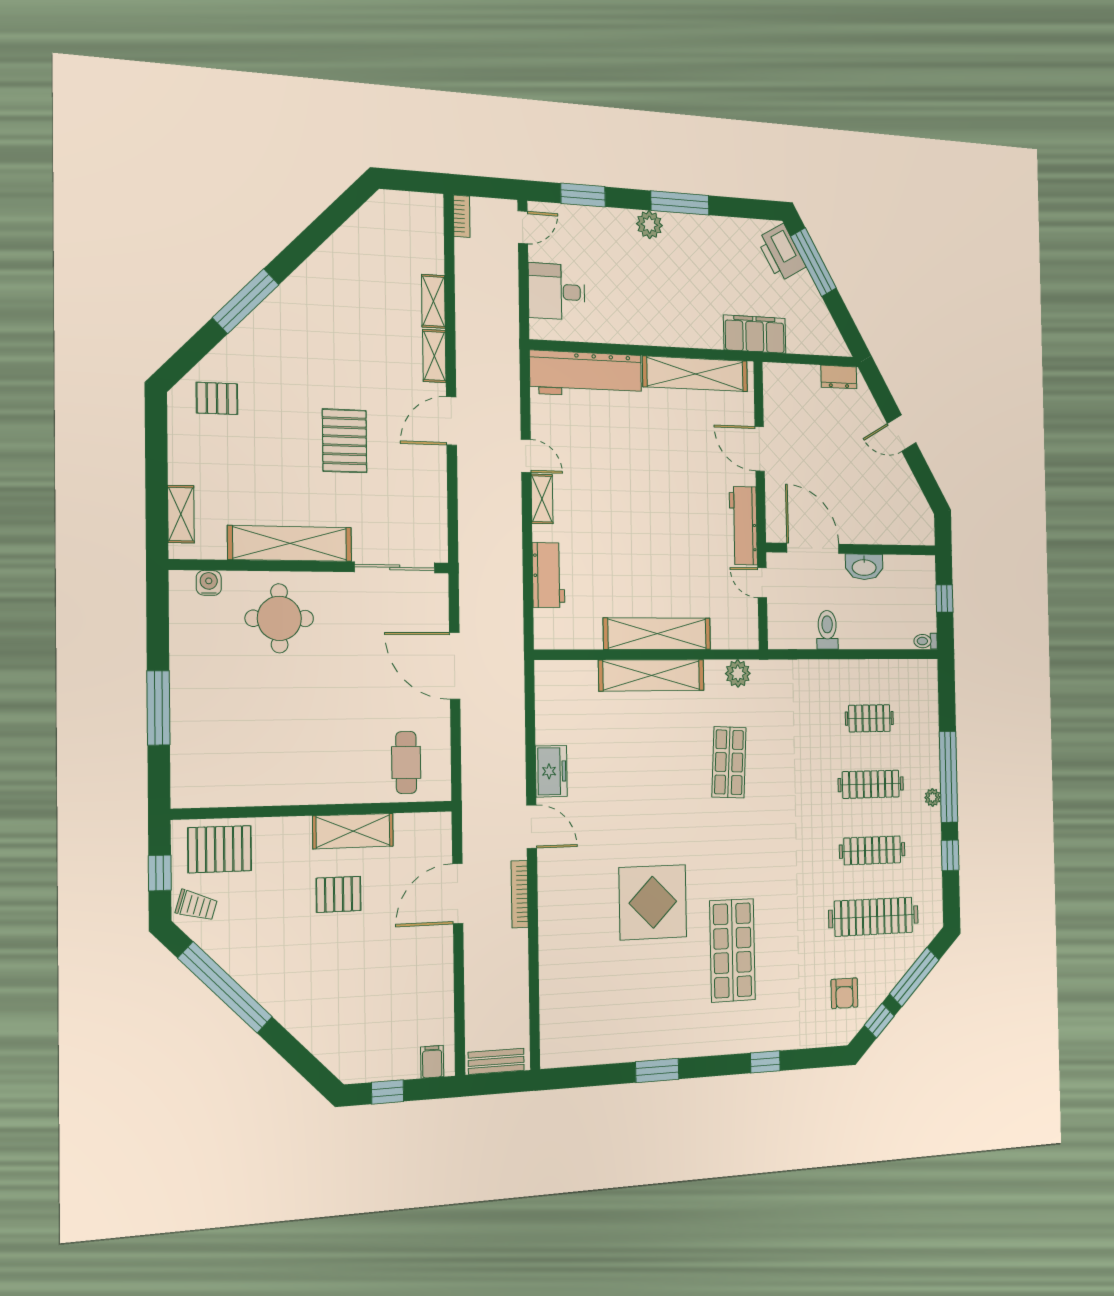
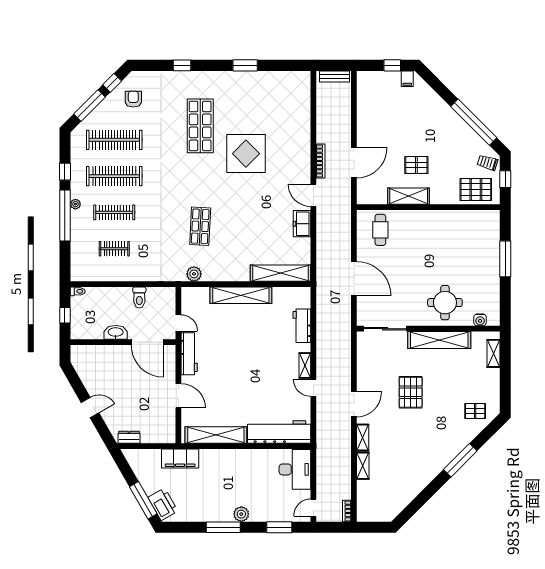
desk: (557, 292) -> (295, 469), width x1.37
shelving: (651, 675) -> (281, 273), moved
clothes rail: (872, 850) -> (114, 176), width x1.37, depth x1.31
filing cabinet: (432, 1062) -> (407, 79), moved

